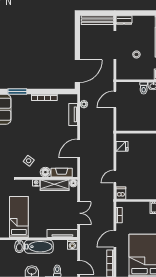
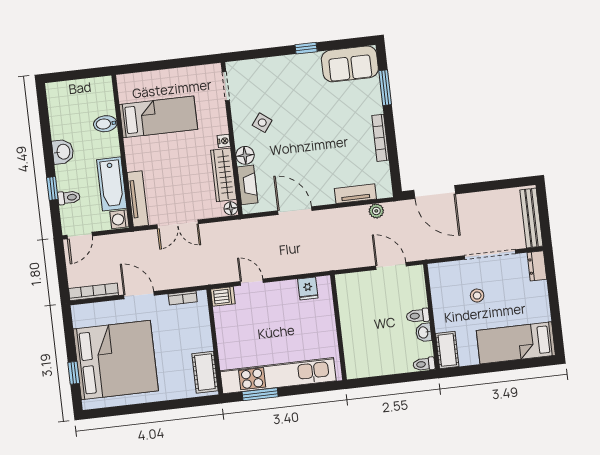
bathtub: (39, 247) -> (112, 184), moved

